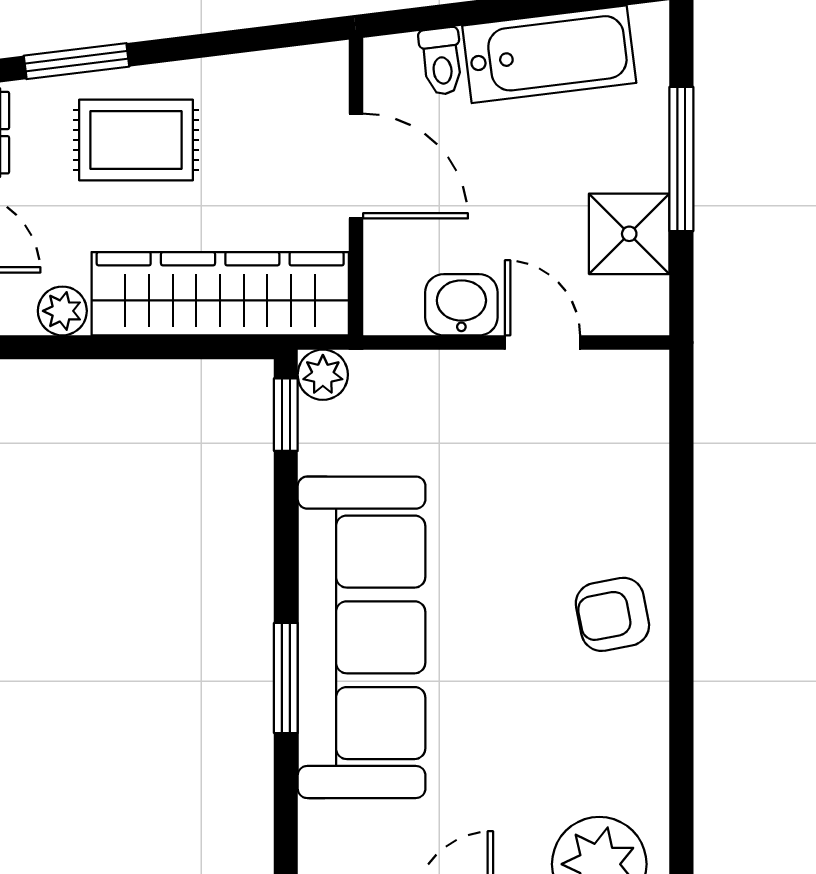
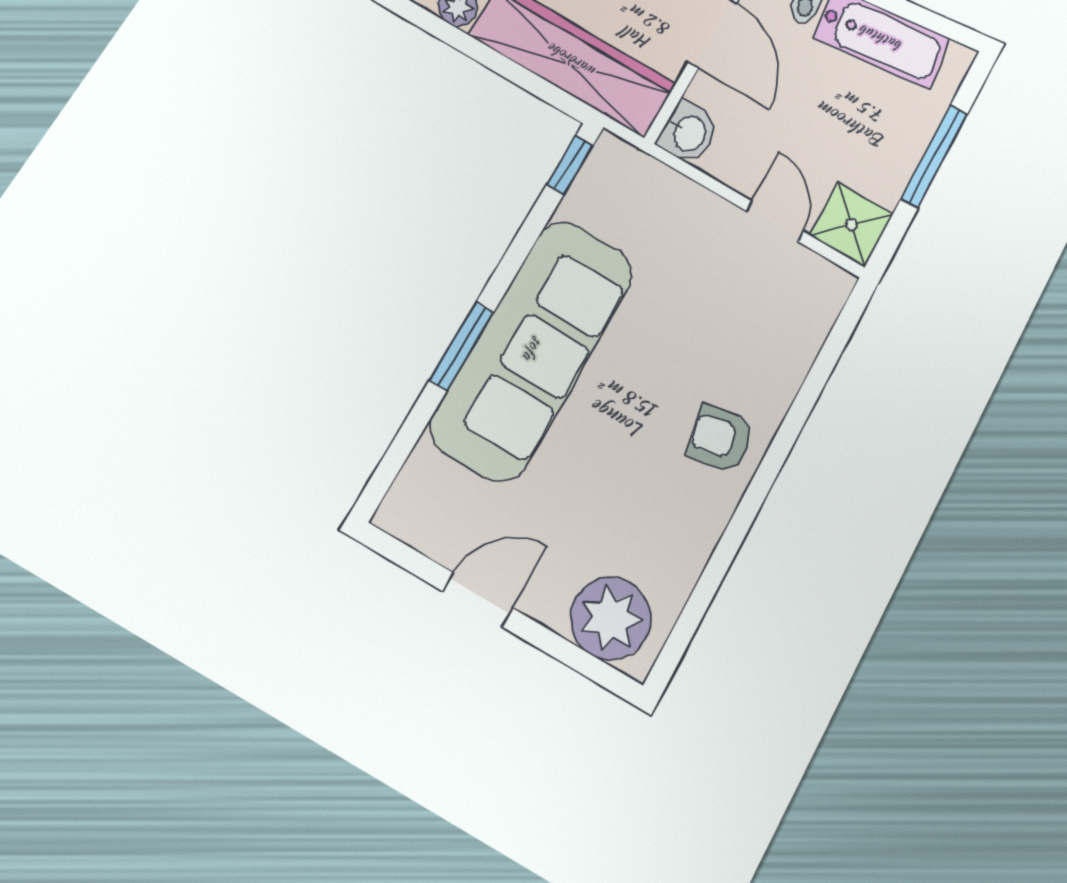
shower: (629, 234) -> (851, 225), moved
washbasin: (461, 305) -> (689, 133), moved, turned 90
plant: (323, 375) -> (611, 154), removed

